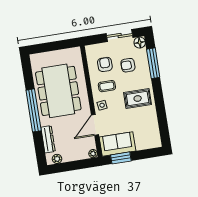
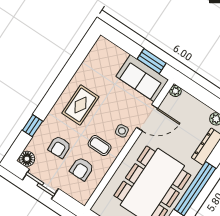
window: (153, 63) -> (32, 126), width x0.46
armchair: (128, 65) -> (59, 147), turned 88
rug: (138, 98) -> (80, 105), turned 90

